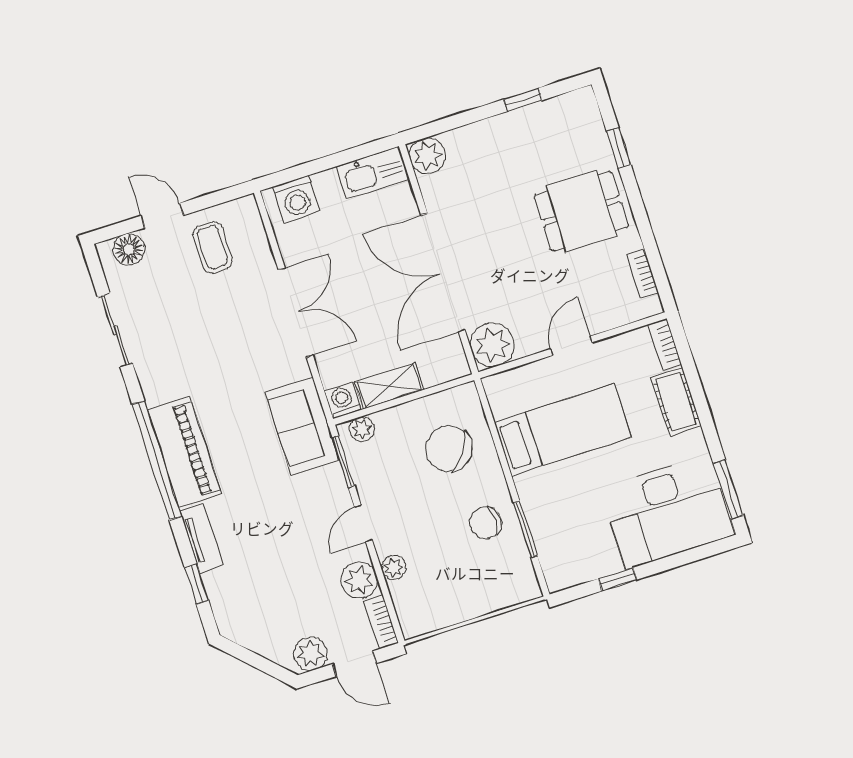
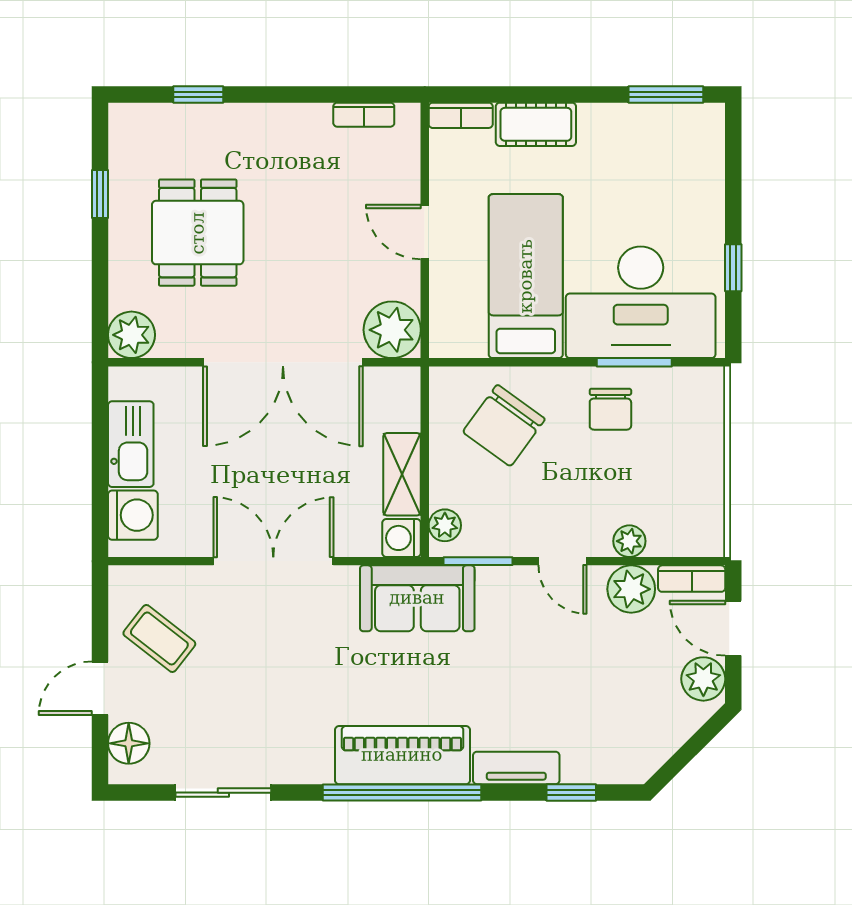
kitchen sink: (373, 173) -> (131, 444), moved
dining table: (581, 211) -> (198, 233), moved
coffee table: (212, 247) -> (159, 638), turned 38
desk: (667, 512) -> (641, 302), moved, turned 90
door: (354, 664) -> (733, 628), swing flipped

